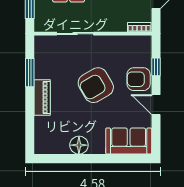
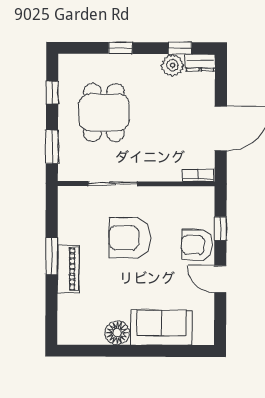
window: (30, 73) -> (52, 256), moved
armchair: (96, 85) -> (130, 238), moved, turned 30
sofa: (129, 141) -> (161, 327), moved

